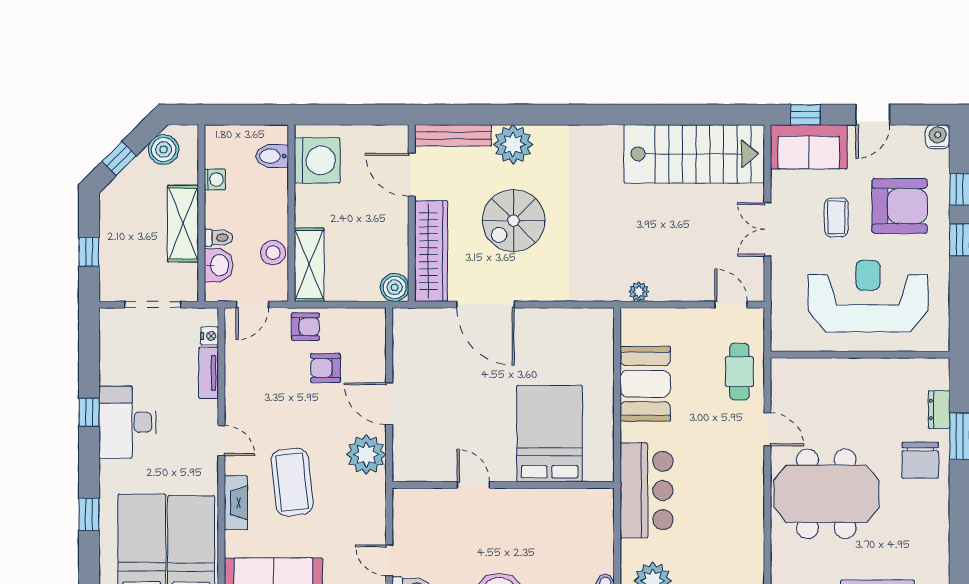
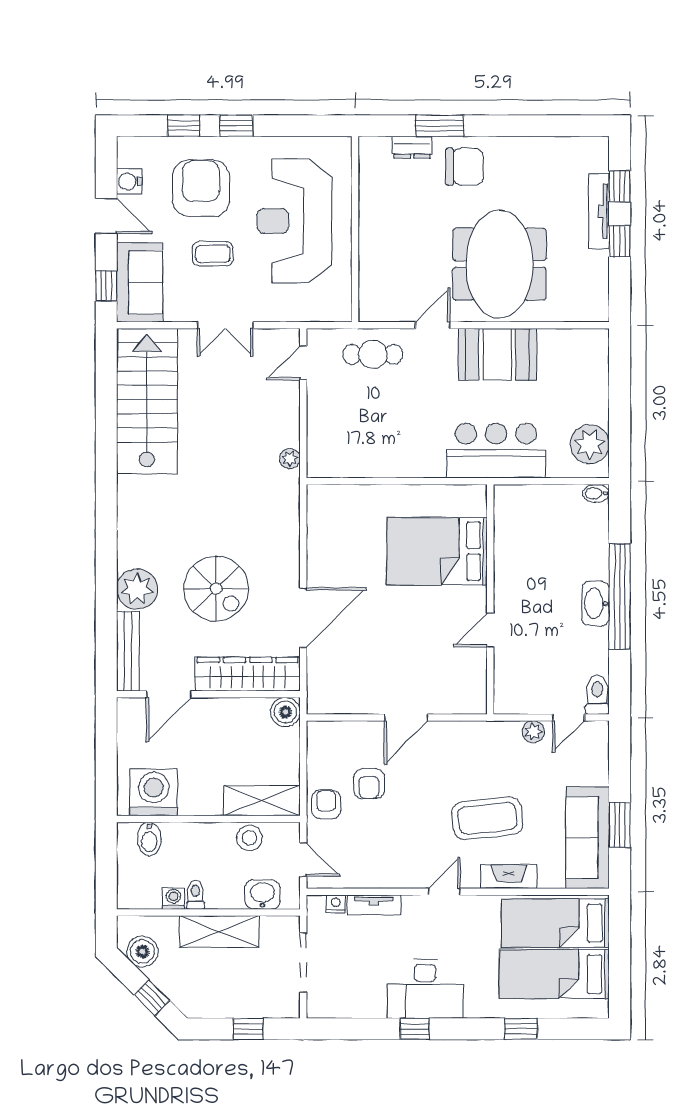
water cooler: (938, 137) -> (129, 181), moved
toilet: (218, 238) -> (195, 895), moved
booth: (645, 384) -> (497, 354), moved
plant: (366, 454) -> (533, 732), moved, width x0.53, depth x0.53

